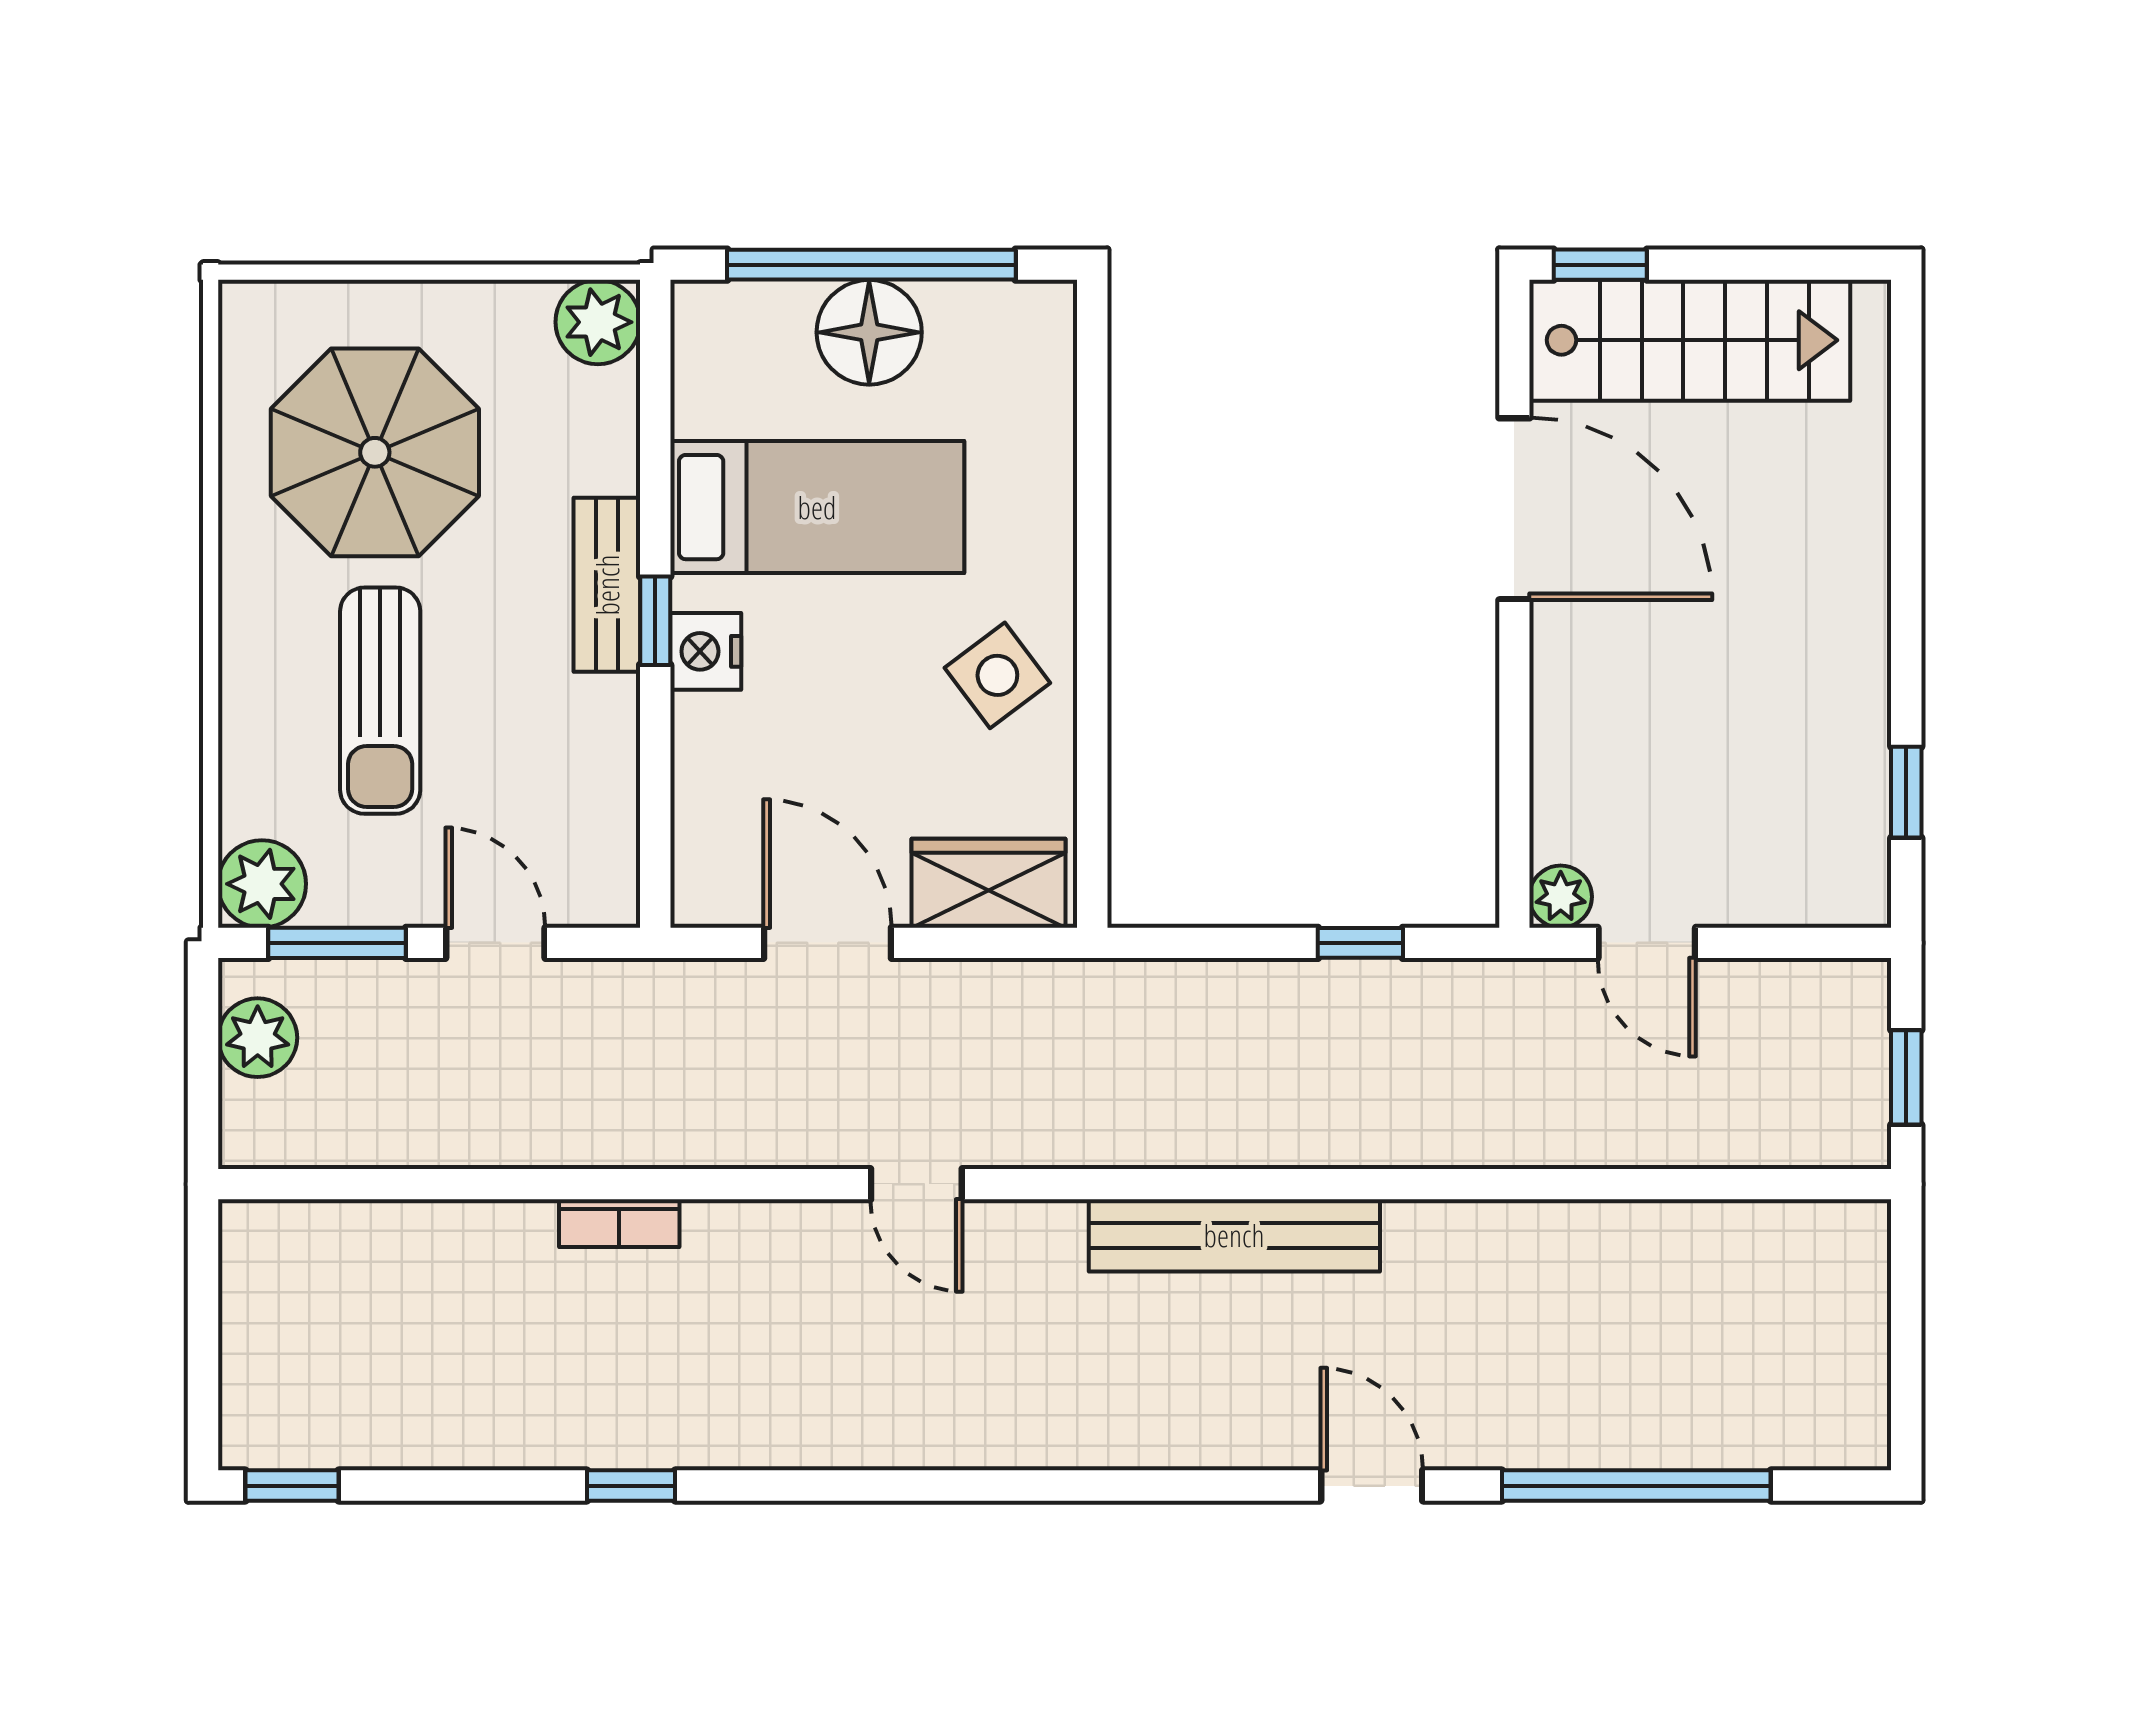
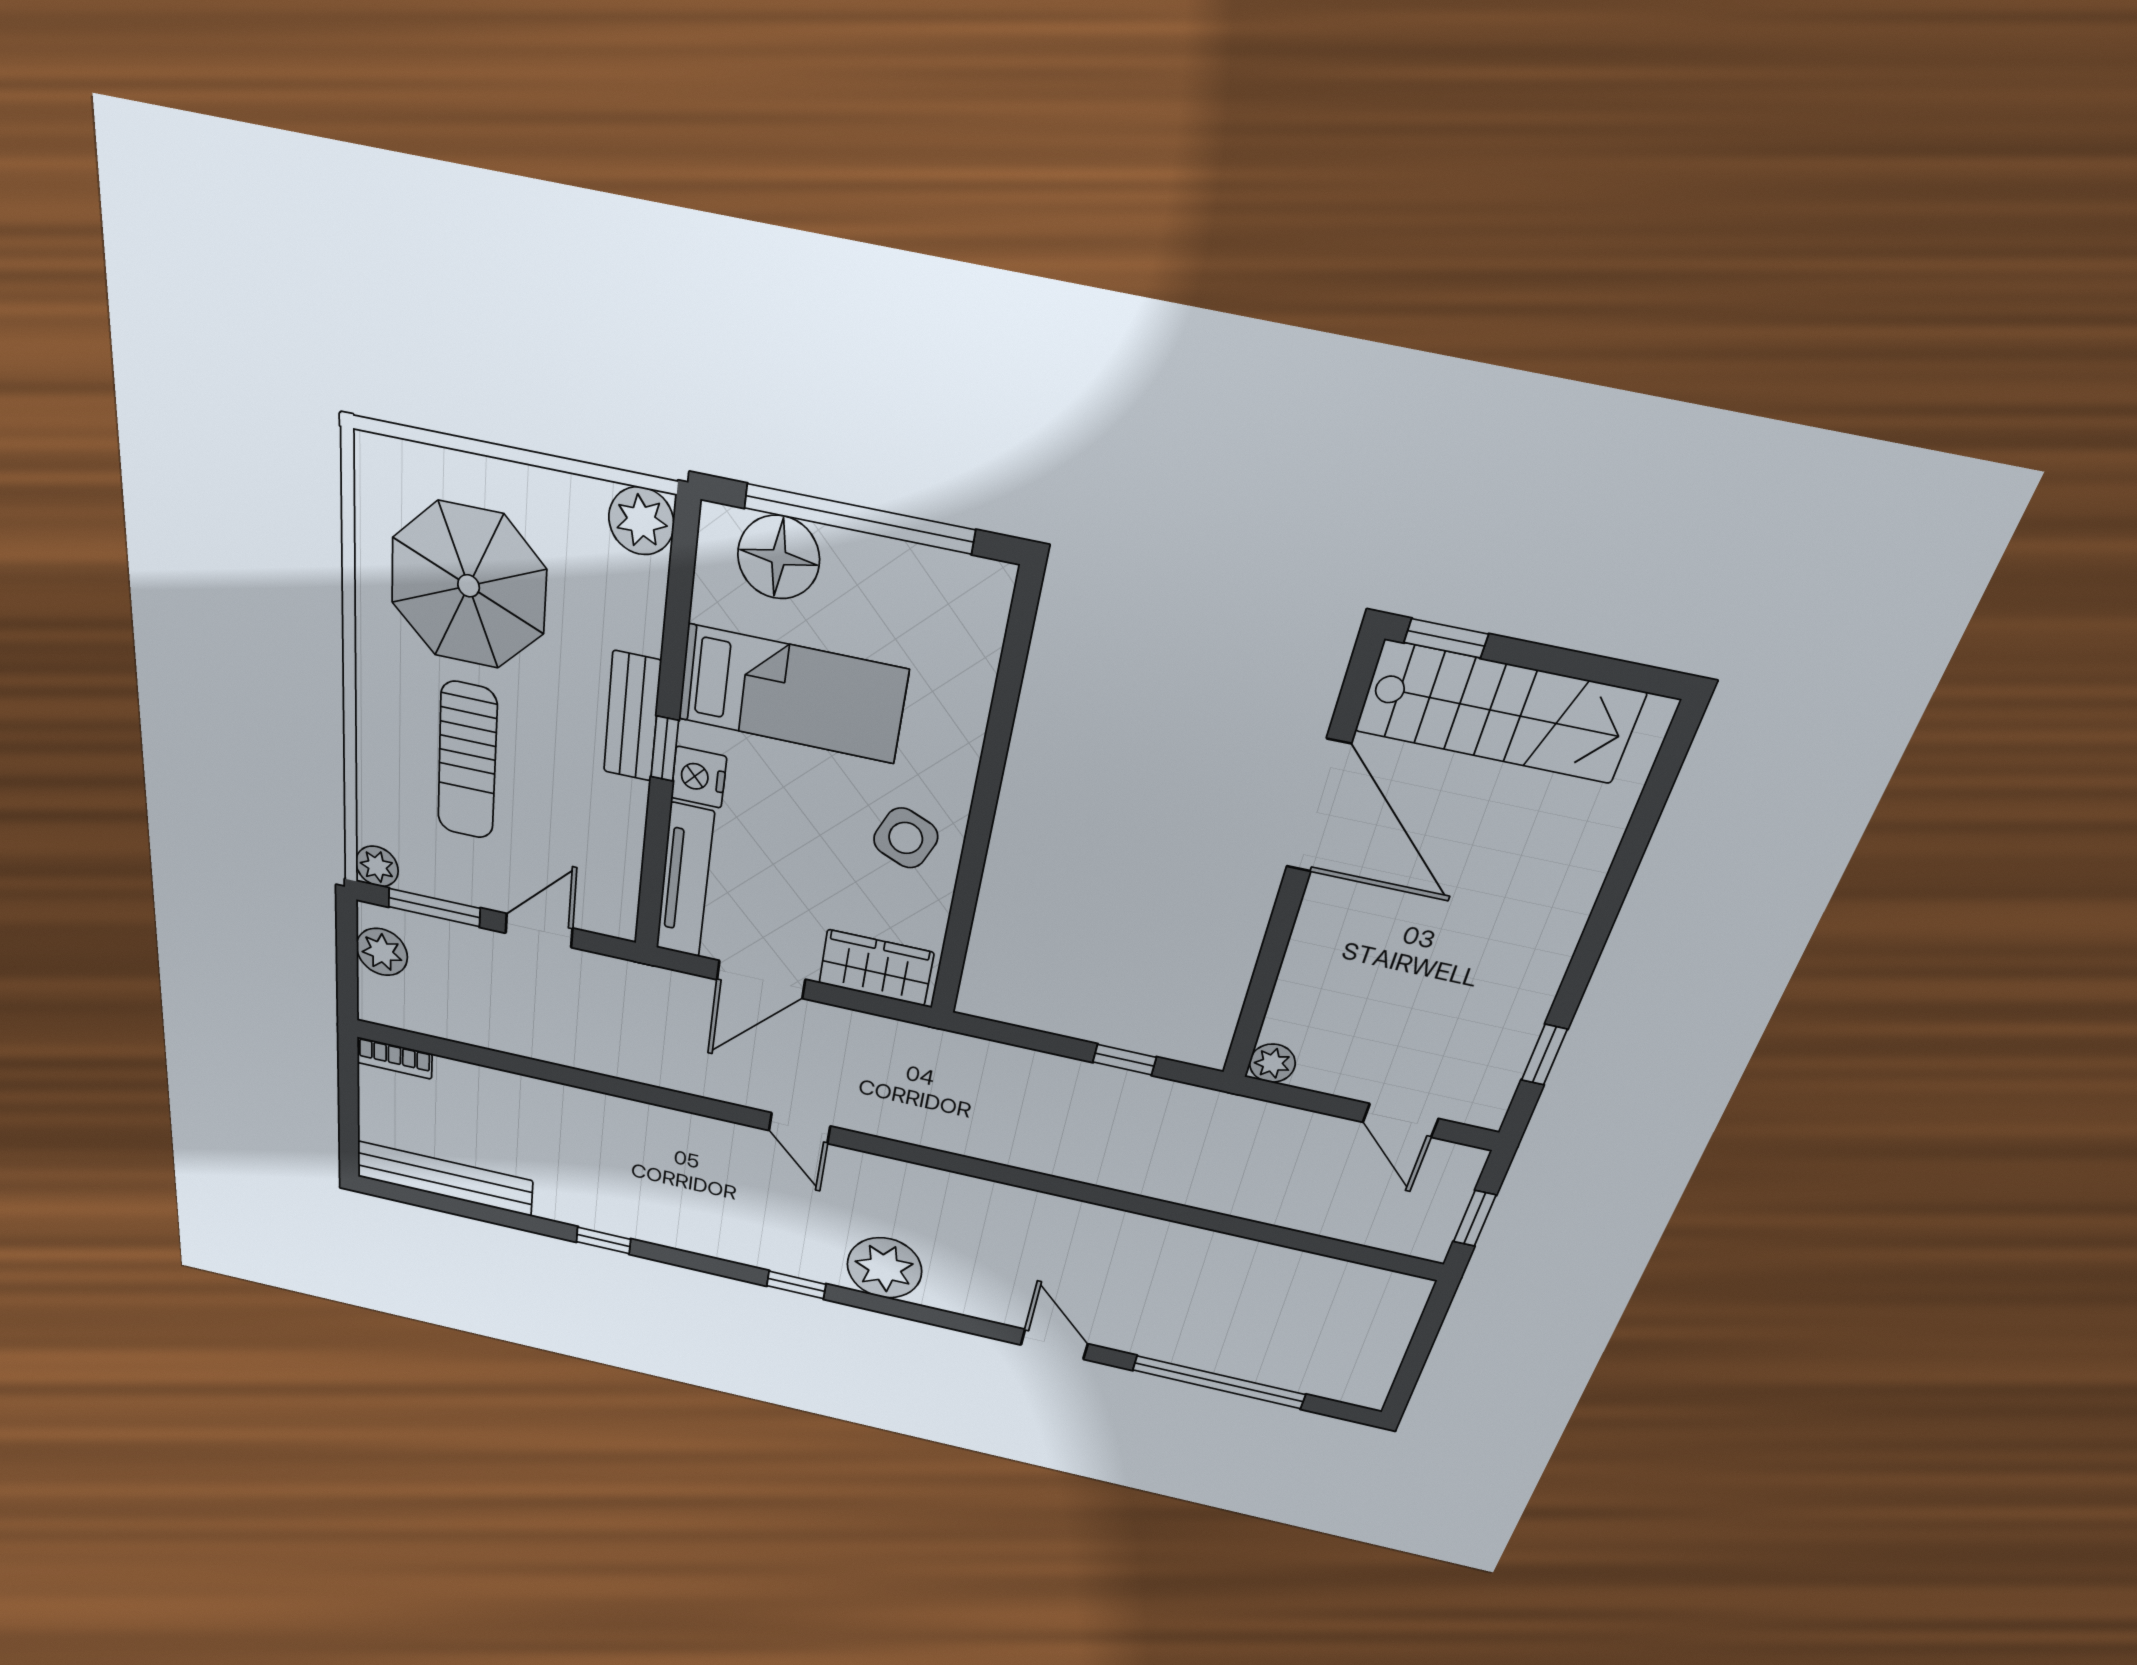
floor lamp: (869, 332) -> (779, 557), moved
side table: (997, 675) -> (906, 838), turned -30
tv unit: (702, 812) -> (685, 881), added
plant: (262, 884) -> (377, 866), width x0.73, depth x0.73
door: (495, 943) -> (539, 931), hinge flipped
door: (827, 943) -> (761, 980), swing flipped
door: (1647, 943) -> (1400, 1120), moved
bookcase: (619, 1223) -> (394, 1058), moved
bench: (1234, 1235) -> (445, 1179), moved
plant: (1084, 1411) -> (884, 1268), added
window: (292, 1486) -> (796, 1285), moved

